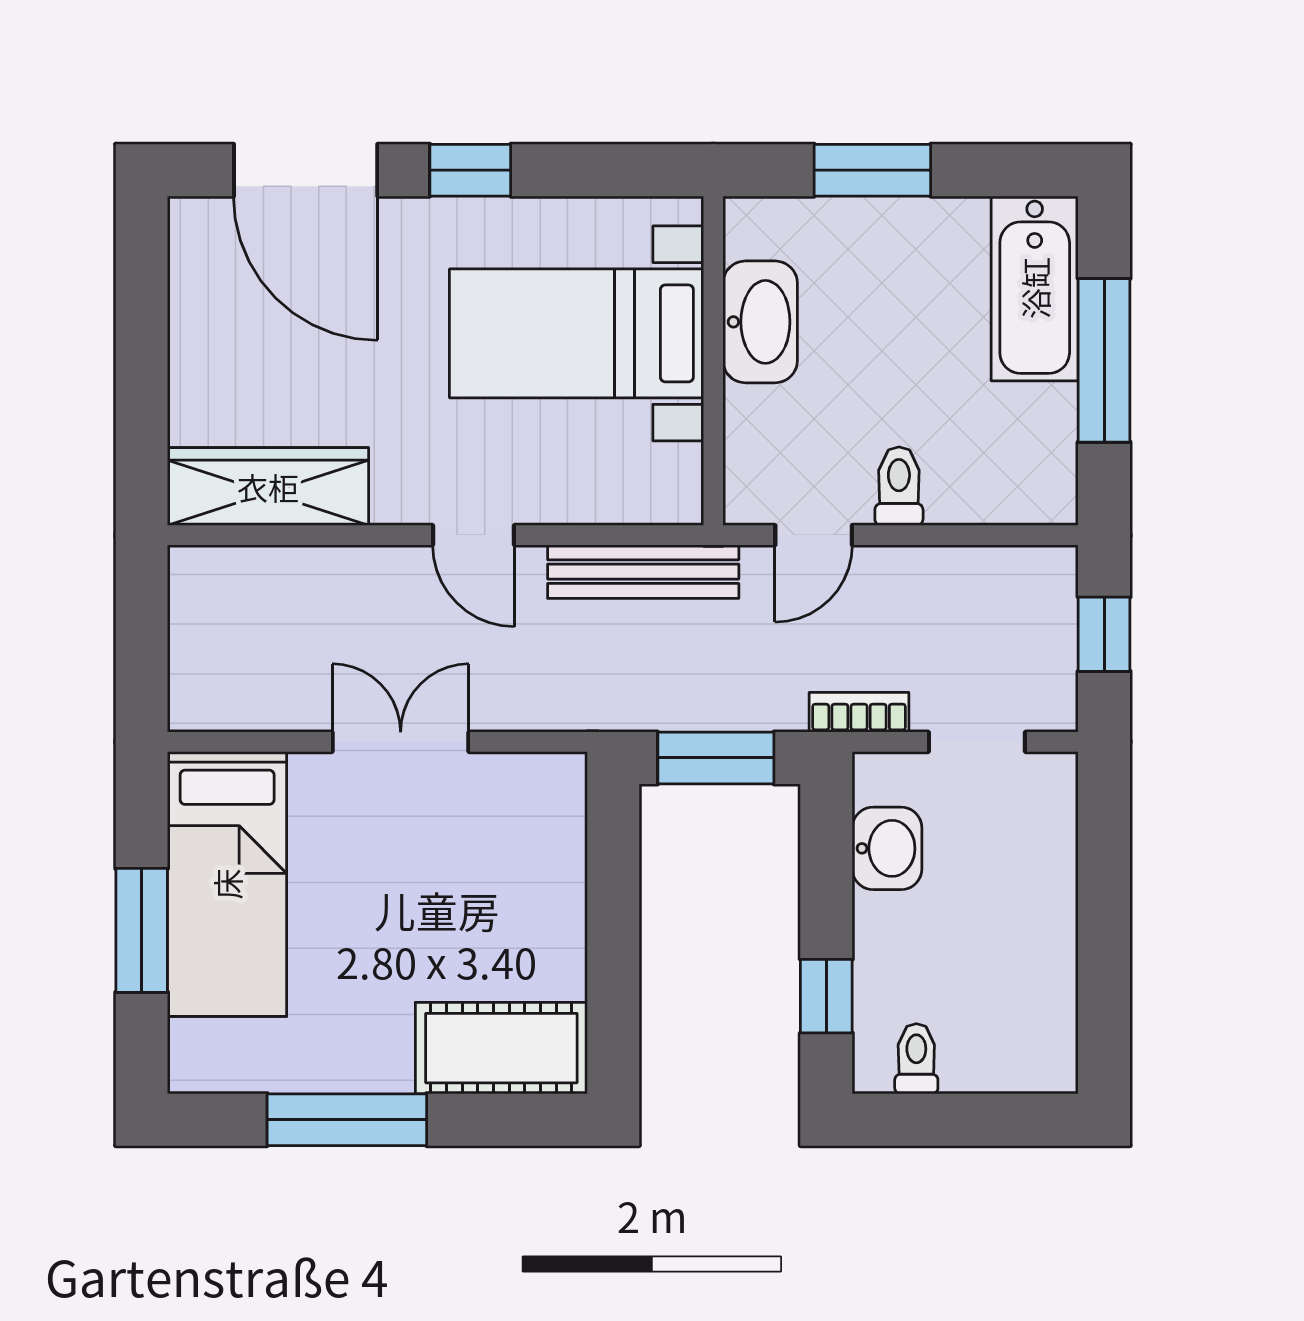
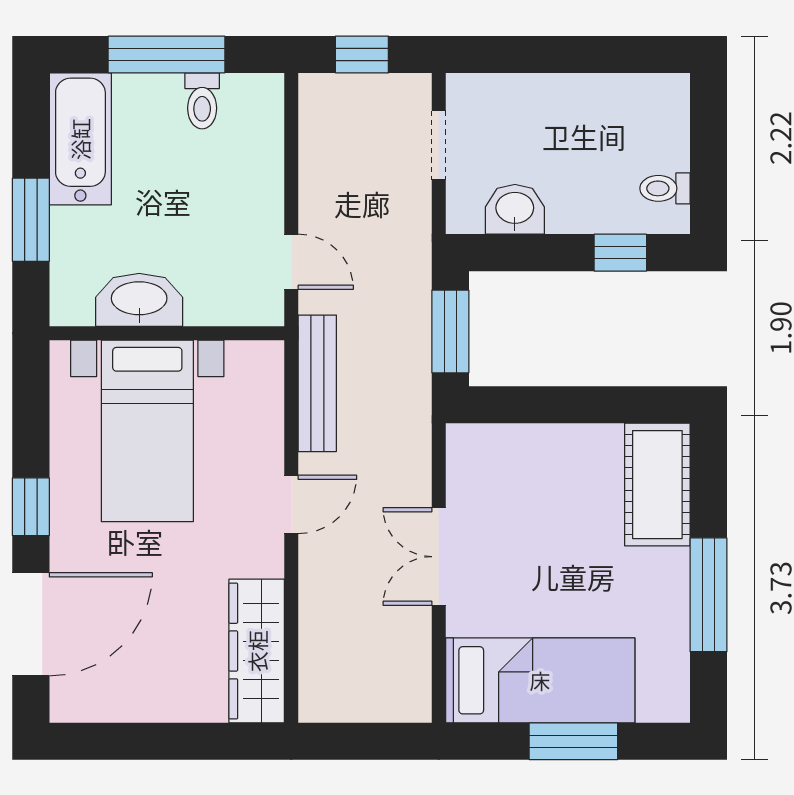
bathtub: (1035, 288) -> (80, 139), moved, turned -90
toilet: (899, 486) -> (202, 101), moved, turned -90
bookcase: (859, 712) -> (418, 229), removed

